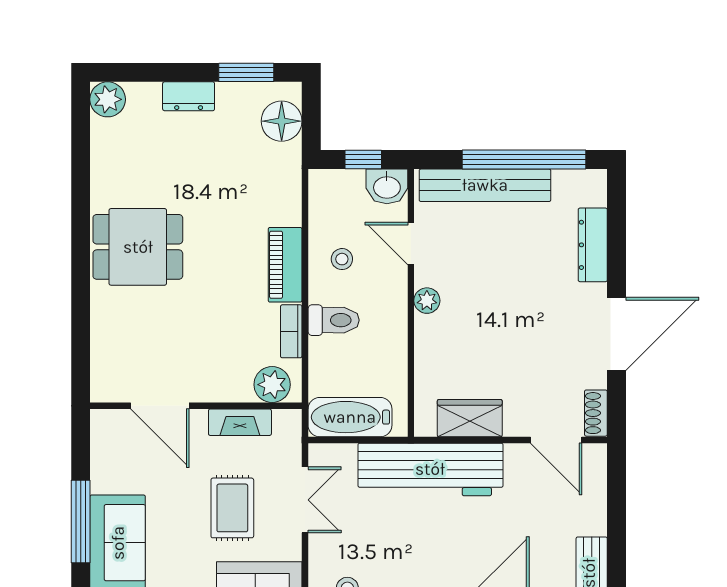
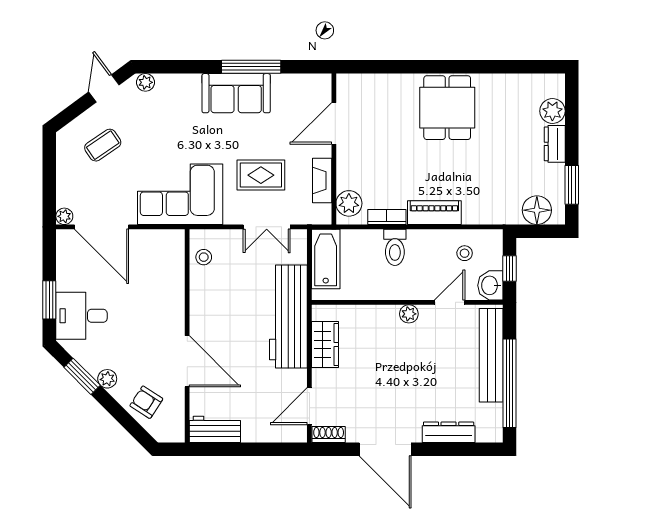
plant: (108, 99) -> (552, 111), moved
stool: (342, 259) -> (465, 253), moved

